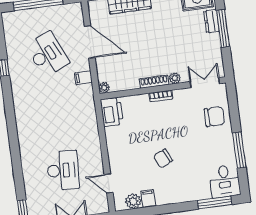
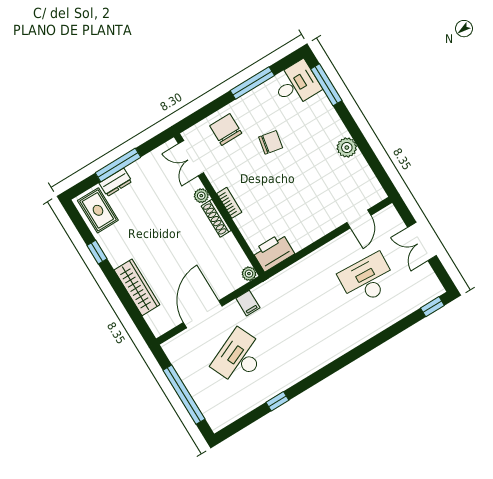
chair: (163, 158) -> (271, 142), moved, turned -54
filing cabinet: (148, 199) -> (356, 165), removed
plant: (133, 201) -> (347, 148), moved

